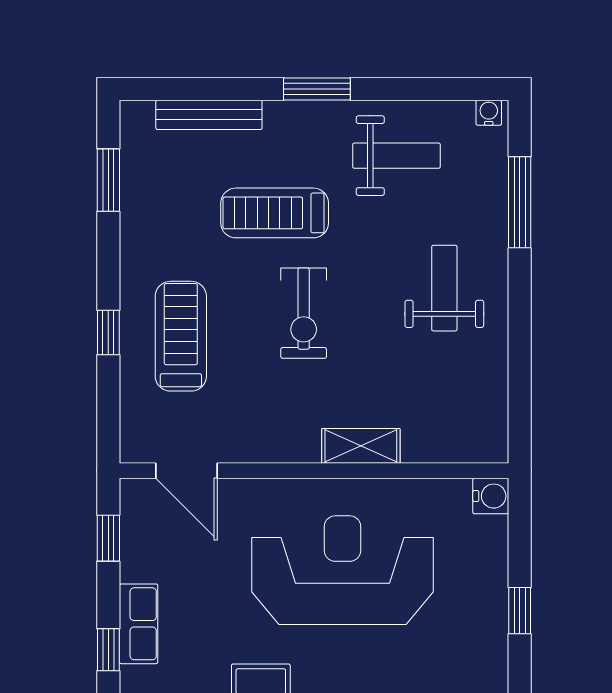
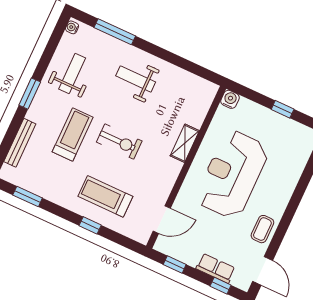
treadmill: (275, 213) -> (73, 134), turned 180

